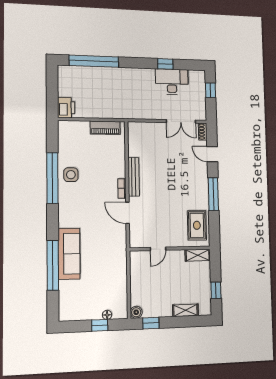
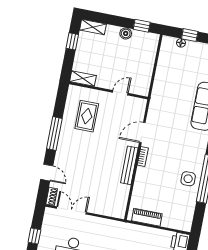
door: (128, 213) -> (142, 133), swing flipped
rug: (197, 225) -> (87, 116), moved
shelving: (185, 310) -> (93, 27), moved
boiler: (136, 312) -> (126, 33), moved

